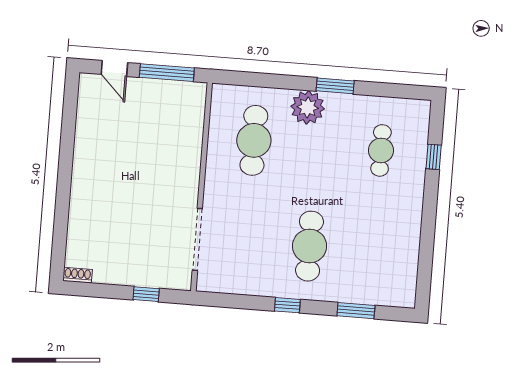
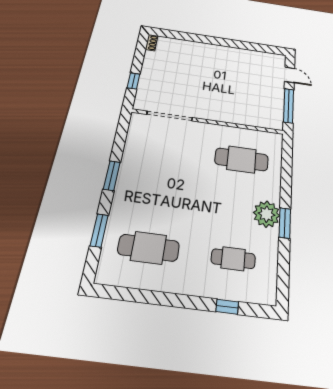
door: (114, 68) -> (290, 75), swing flipped
plant: (308, 107) -> (267, 214), moved
cafe table: (310, 246) -> (149, 248), moved
window: (287, 305) -> (112, 176), width x1.50

